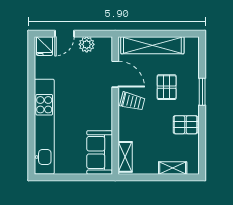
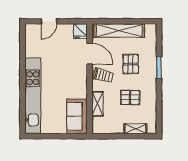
plant: (87, 44) -> (67, 30), removed
fridge: (44, 46) -> (80, 31), moved
pallet: (185, 125) -> (130, 97), moved
shelving: (125, 157) -> (98, 104), moved

